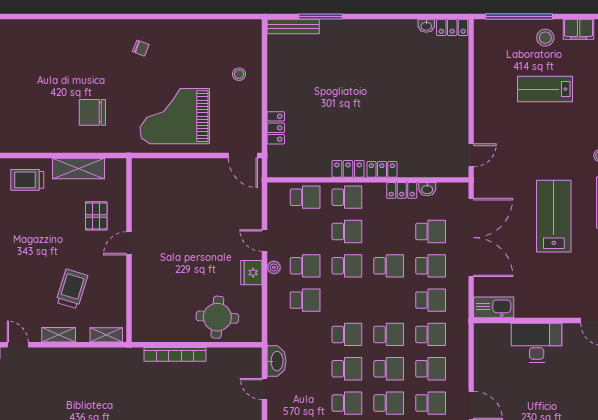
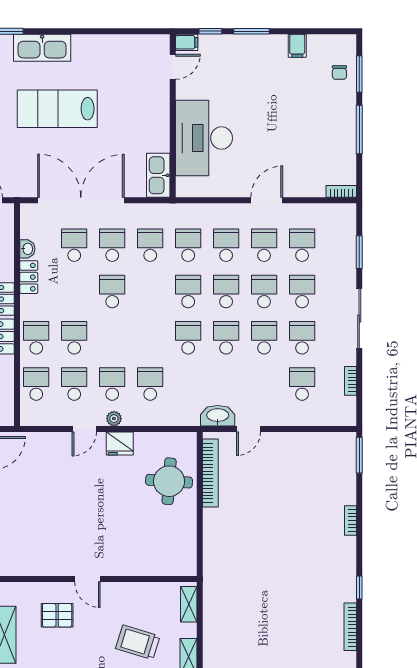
school desk: (347, 266) -> (74, 384), moved
desk: (537, 343) -> (204, 138), width x1.36, depth x1.30
bookcase: (175, 354) -> (210, 473), moved

